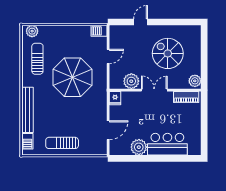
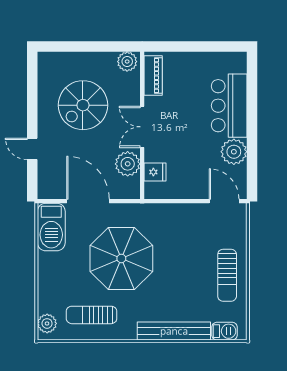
barbecue: (99, 31) -> (51, 227), width x1.88, depth x1.53
door: (108, 57) -> (88, 201), width x1.88
fridge: (115, 98) -> (155, 172), moved
door: (108, 130) -> (224, 201), moved

